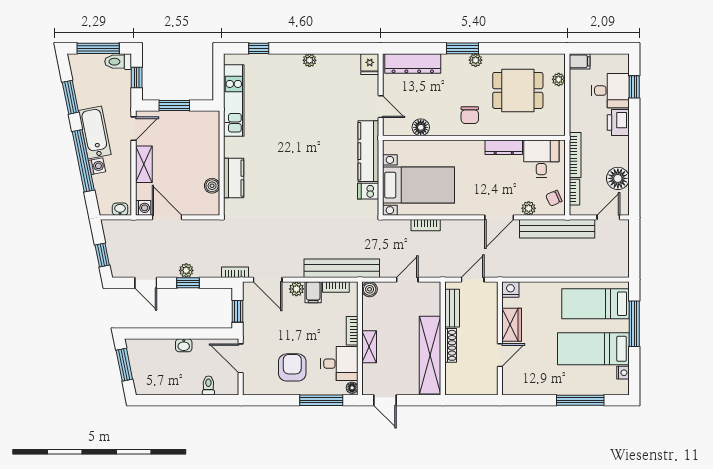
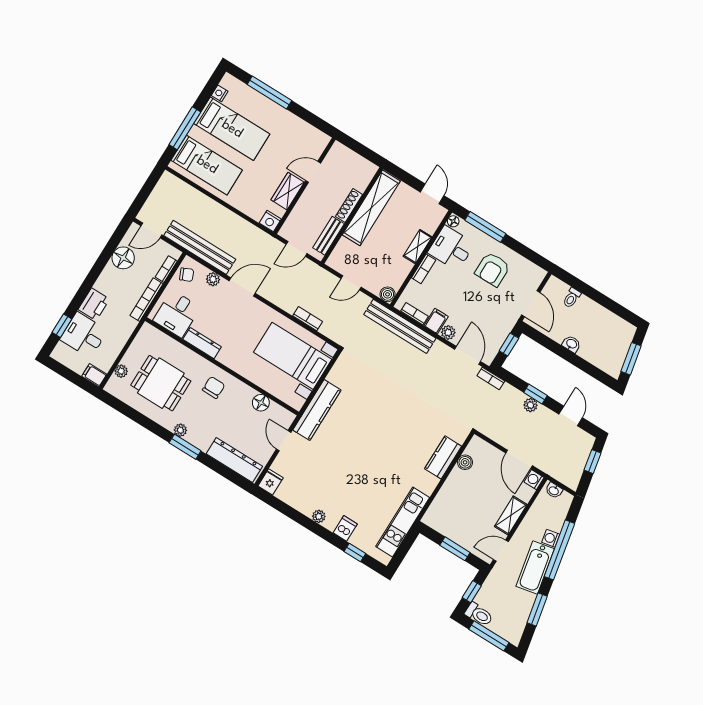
dishwasher: (368, 191) -> (345, 528), moved, turned -90

